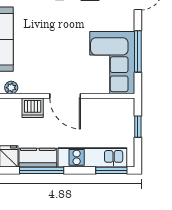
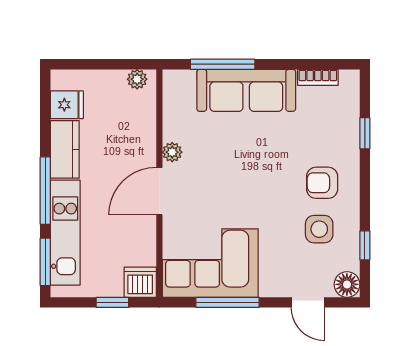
plant: (11, 88) -> (172, 152), moved
dishwasher: (33, 108) -> (140, 282), moved, turned 90
window: (42, 170) -> (45, 191), moved

